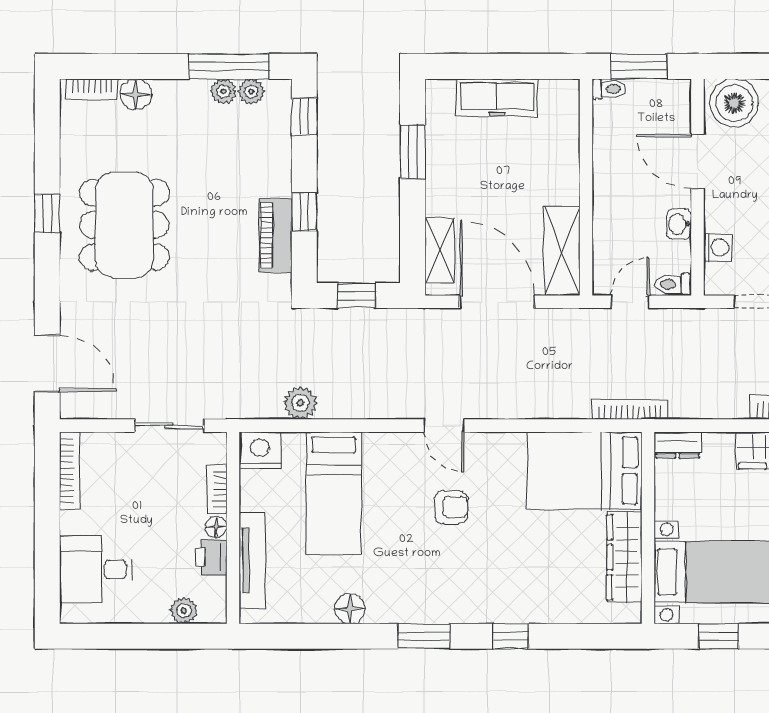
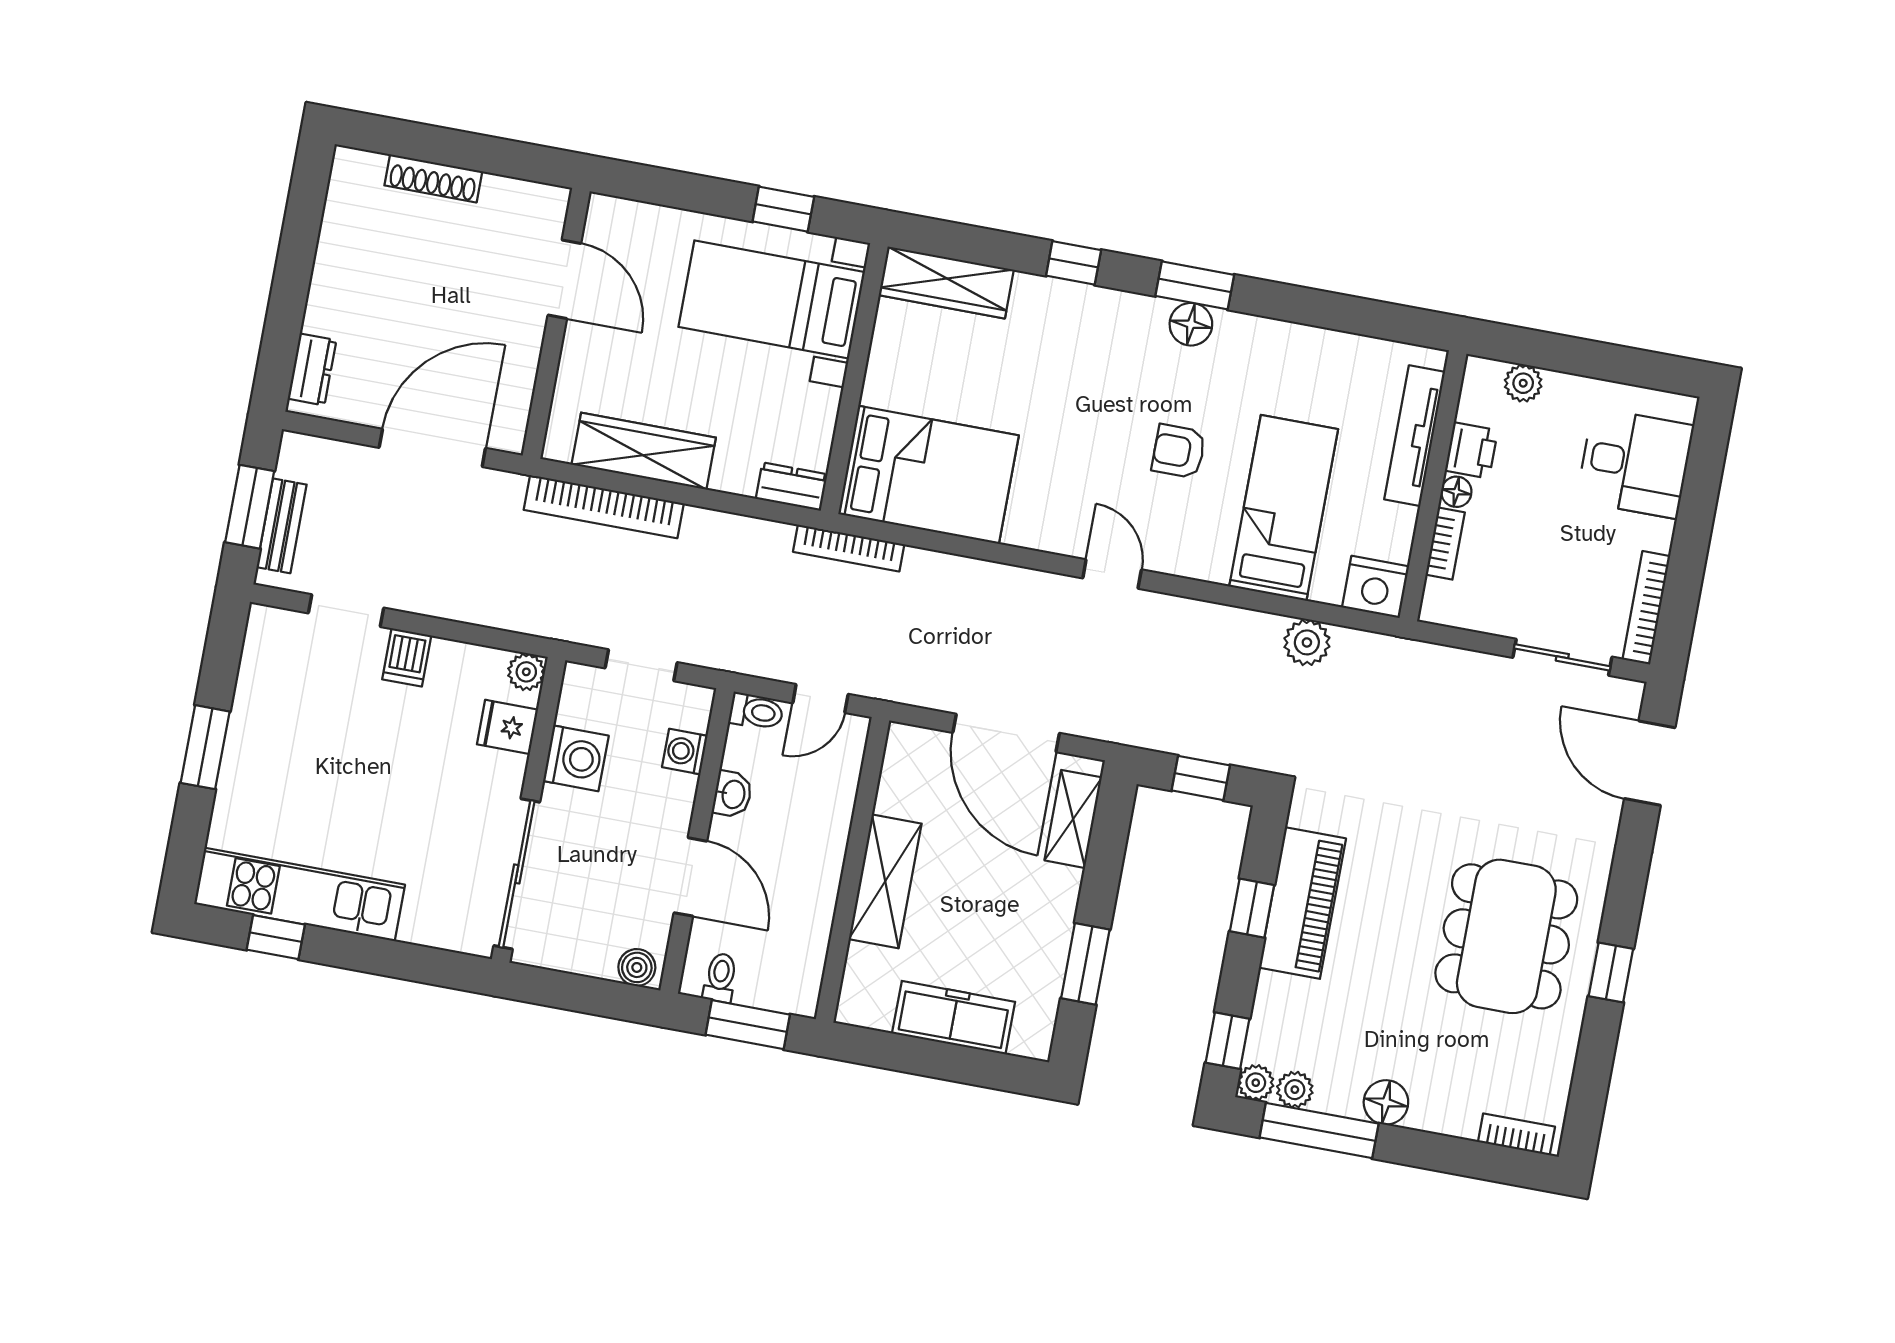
toilet: (609, 89) -> (720, 978), moved, turned 90
plant: (223, 91) -> (1256, 1083), moved
floor lamp: (136, 94) -> (1386, 1102), moved
boiler: (734, 103) -> (637, 967), width x0.54, depth x0.54
piano: (275, 235) -> (1302, 903), width x1.37, depth x1.33
shelving: (562, 251) -> (885, 881), moved
sliding door: (169, 426) -> (1562, 657), moved
armchair: (451, 507) -> (1179, 451), moved
wardrobe: (624, 557) -> (946, 282), moved, turned 90
floor lamp: (350, 609) -> (1191, 324), moved

